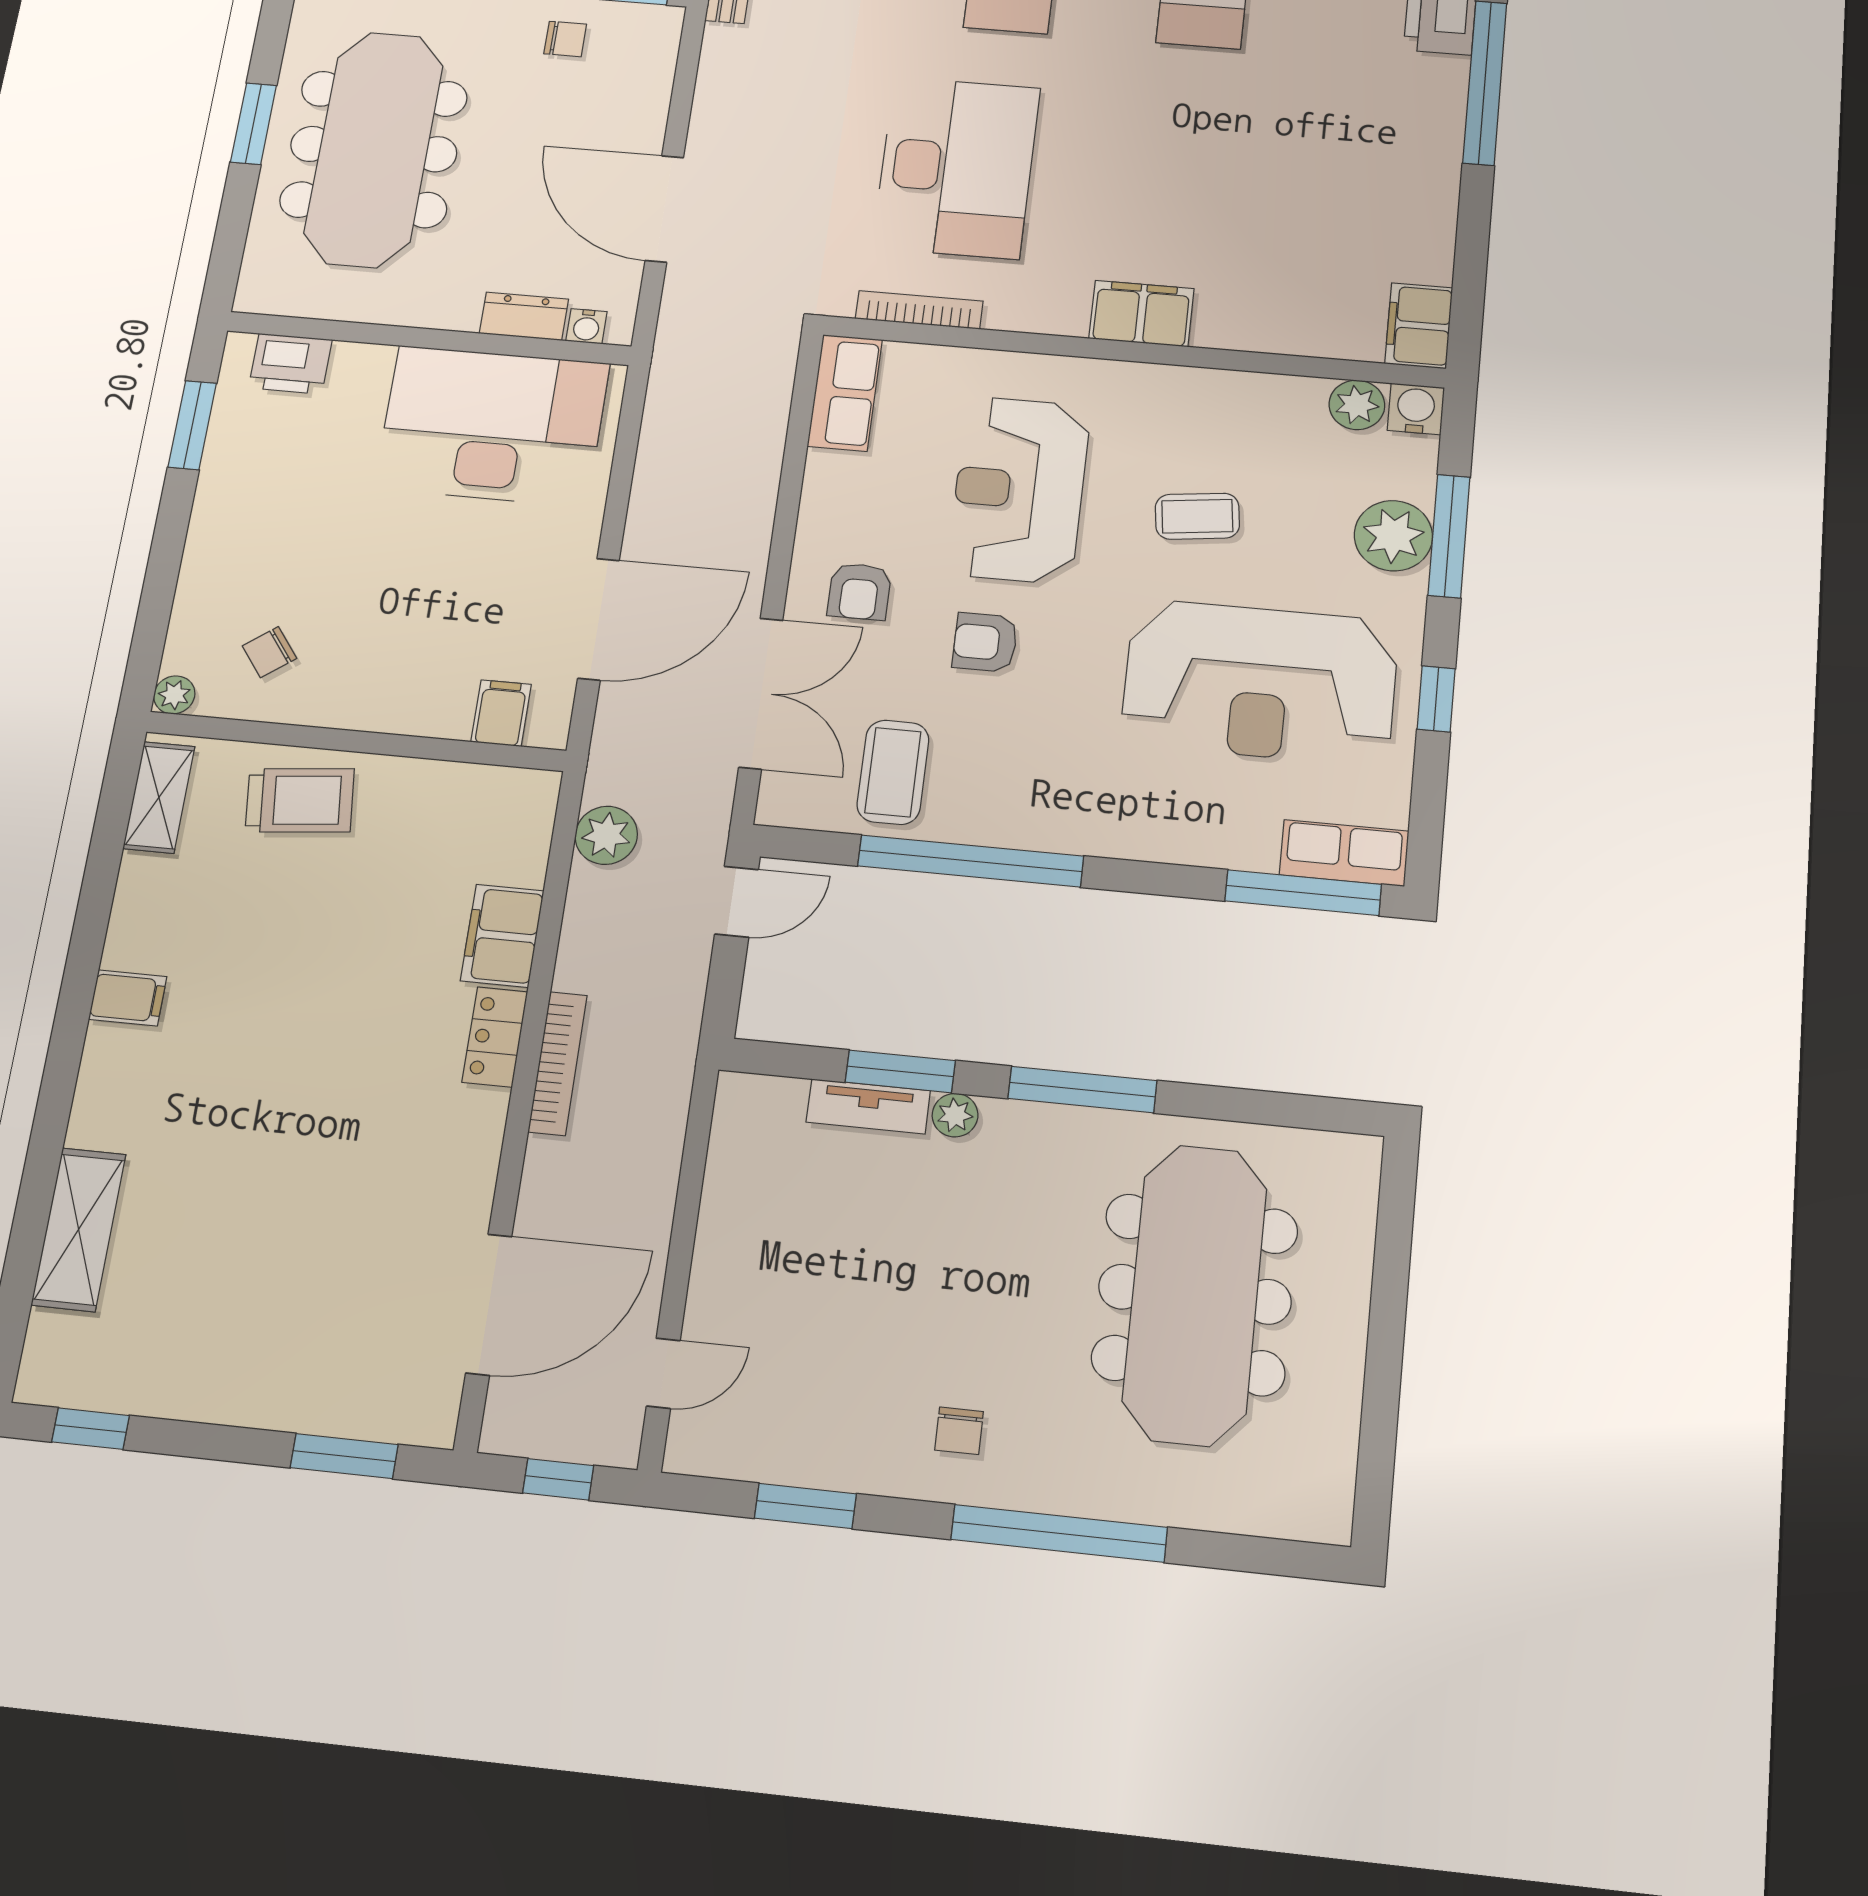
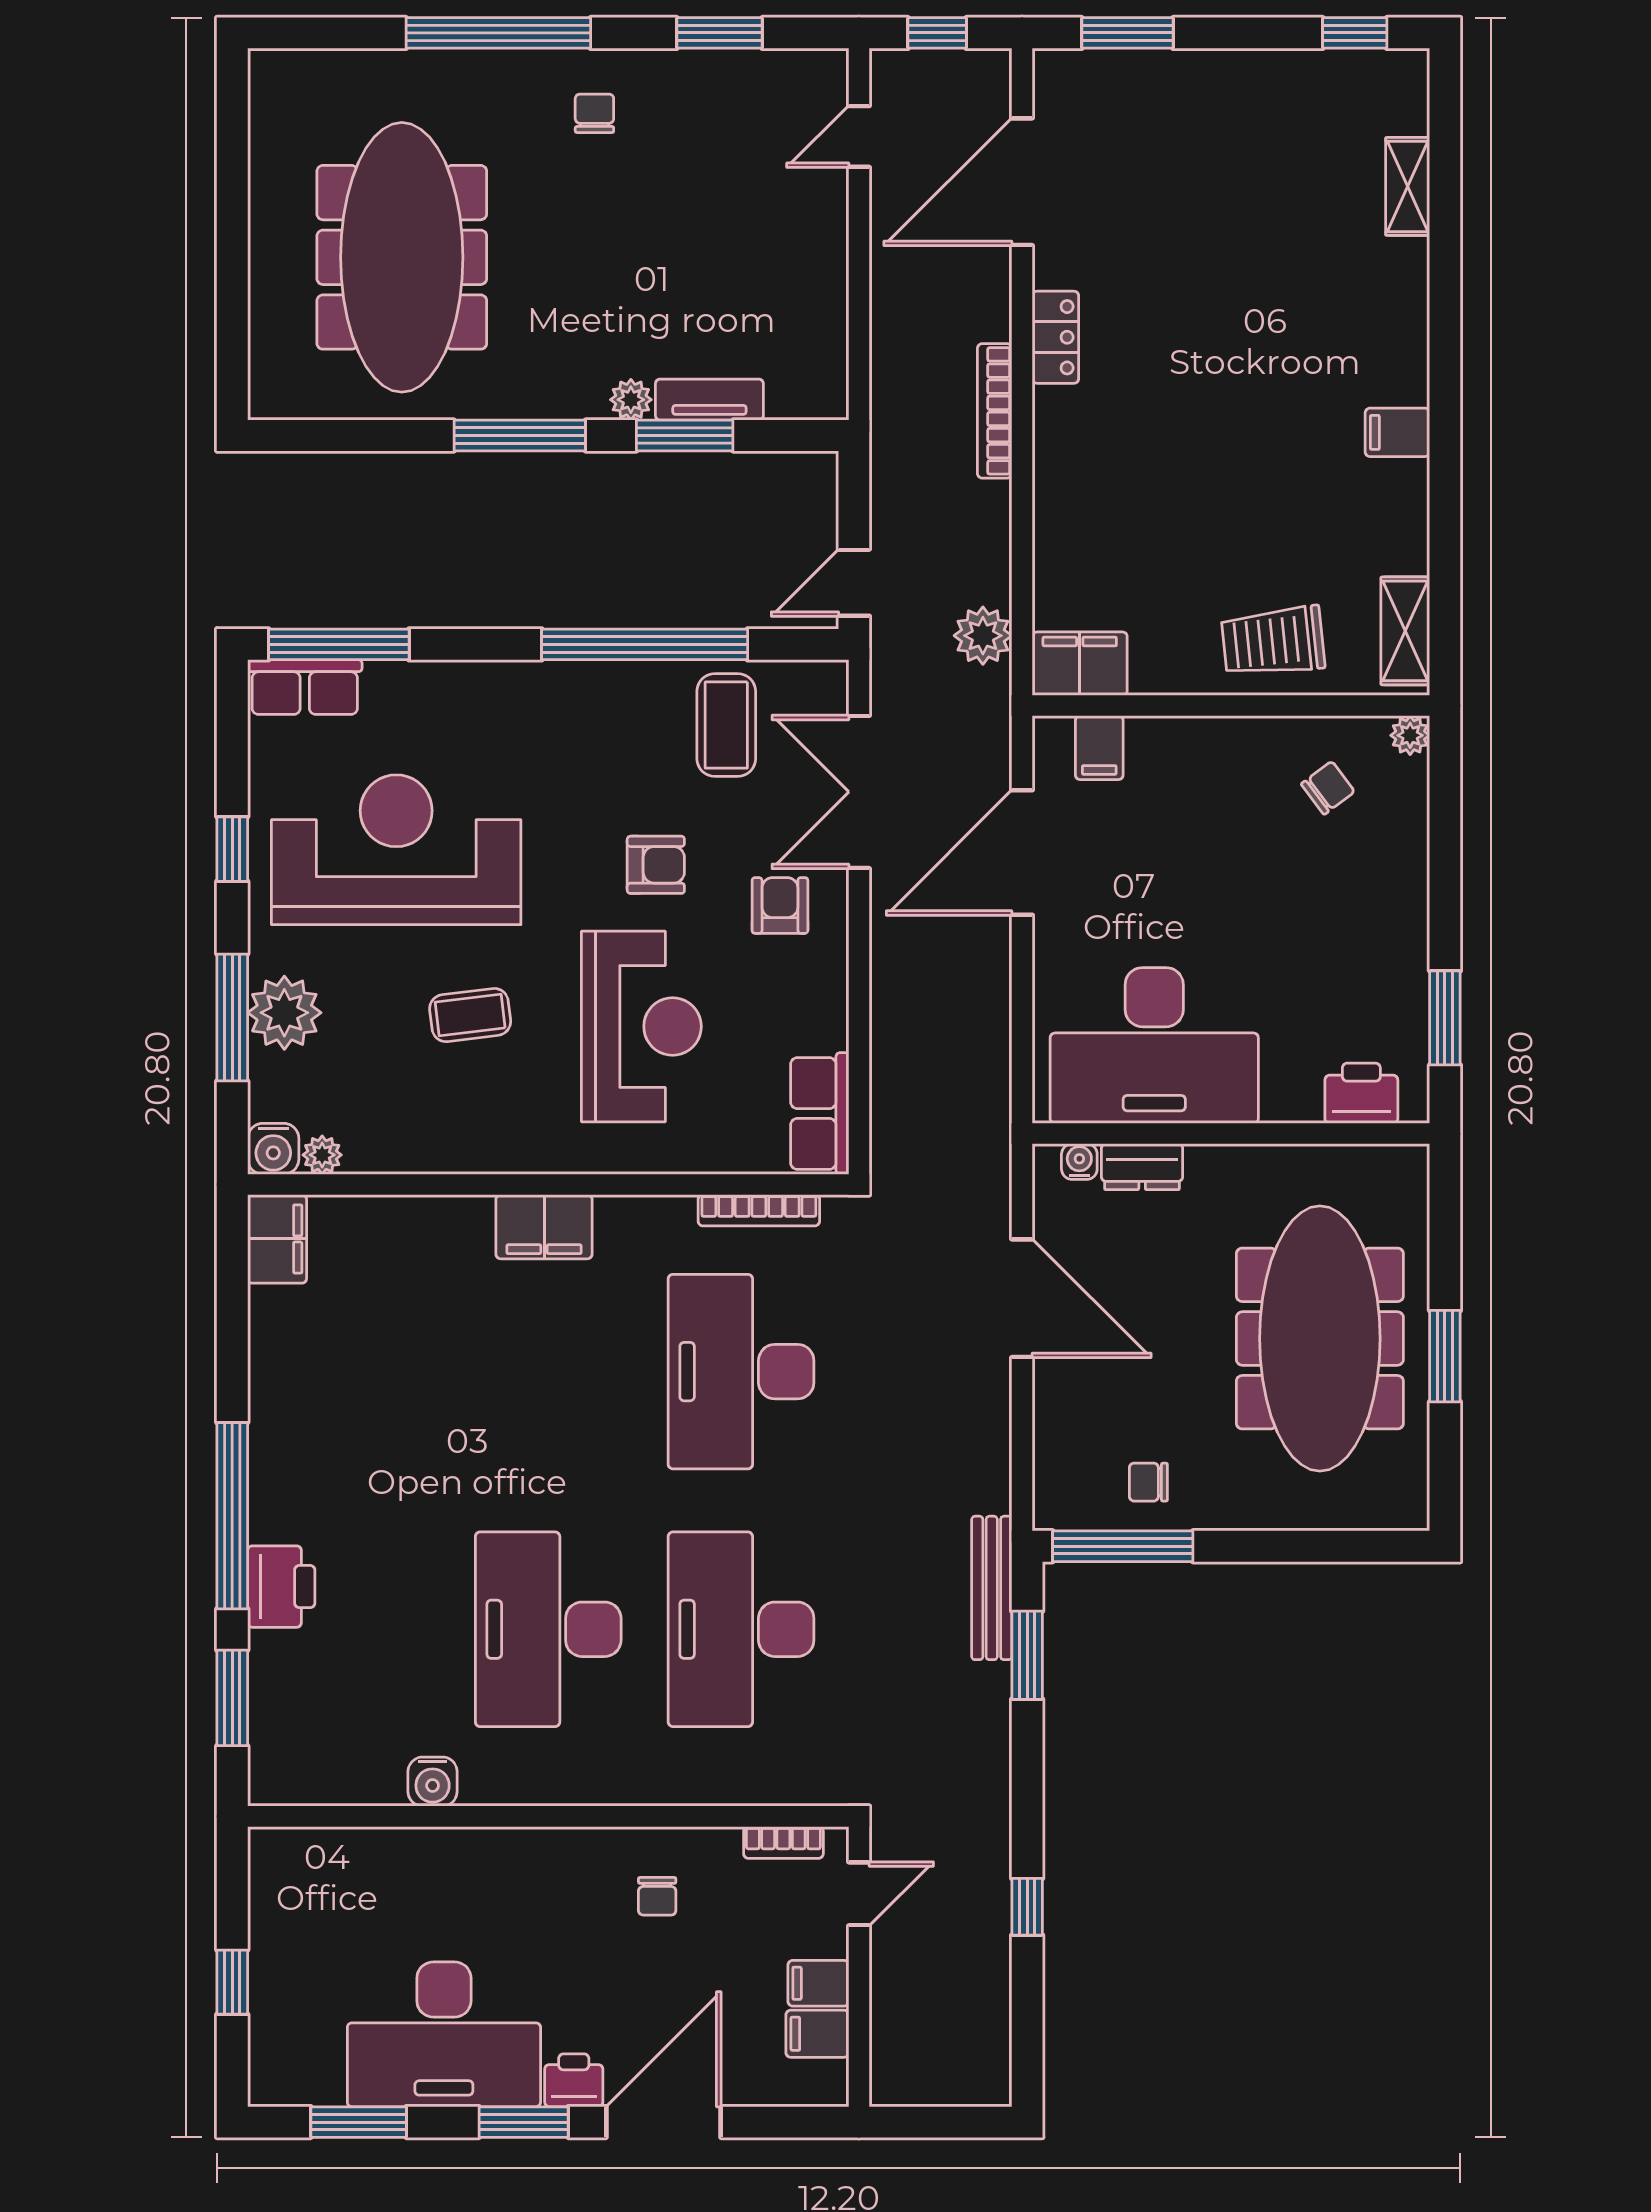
plant: (1357, 405) -> (322, 1155), width x0.73, depth x0.73
filing cabinet: (502, 936) -> (1080, 664), moved, turned -90
locker: (495, 1037) -> (1055, 337), moved
shelving: (79, 1229) -> (1408, 186), width x0.67, depth x0.75

